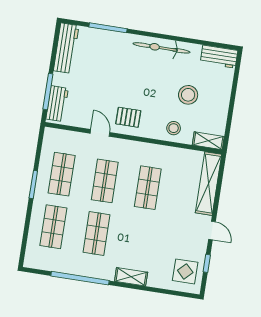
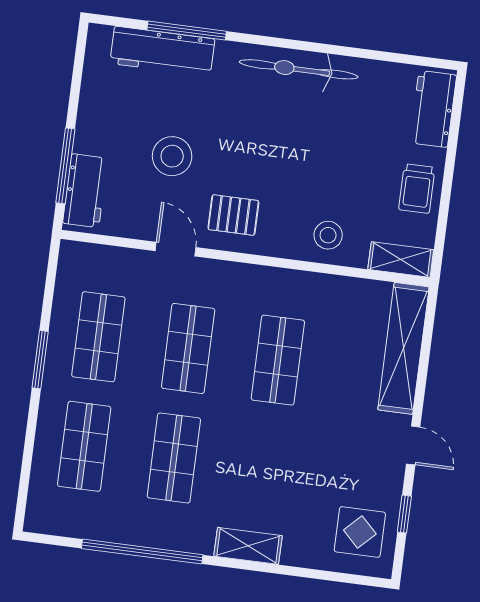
workbench: (66, 48) -> (162, 51), moved, turned 90
workbench: (219, 57) -> (433, 109), moved, turned 90
stool: (188, 95) -> (172, 156), moved
trolley: (217, 107) -> (417, 189), added

